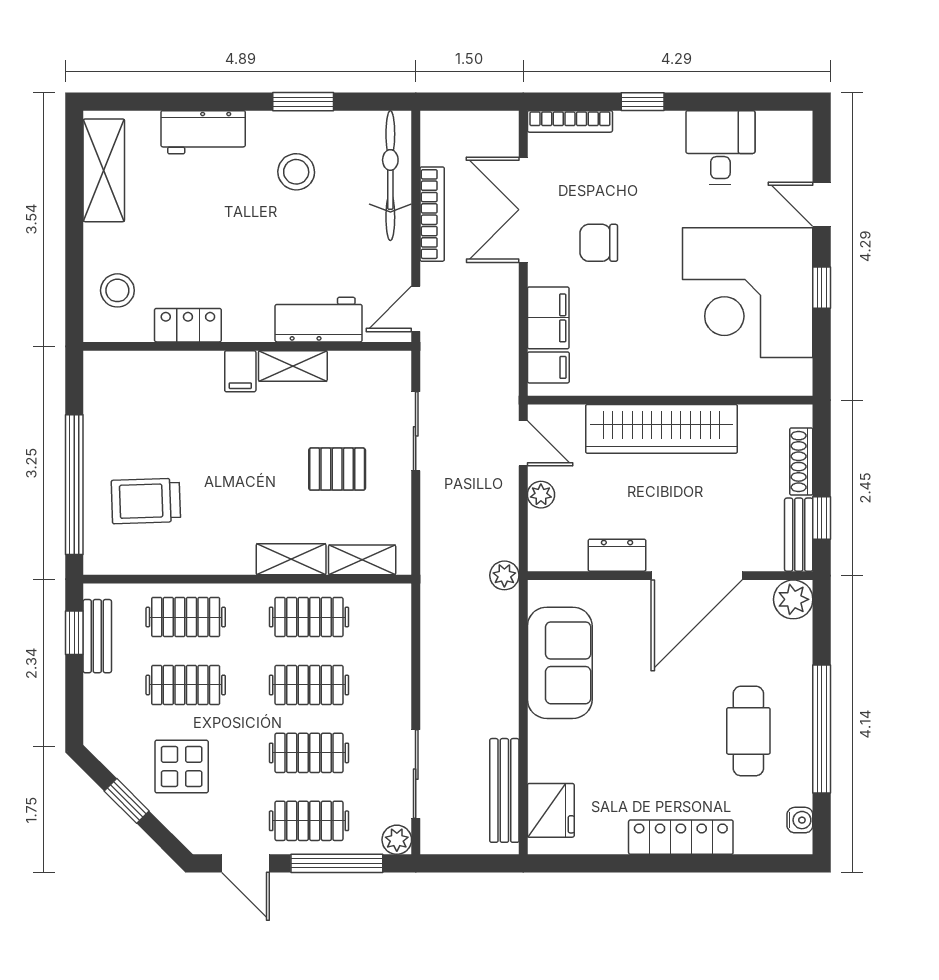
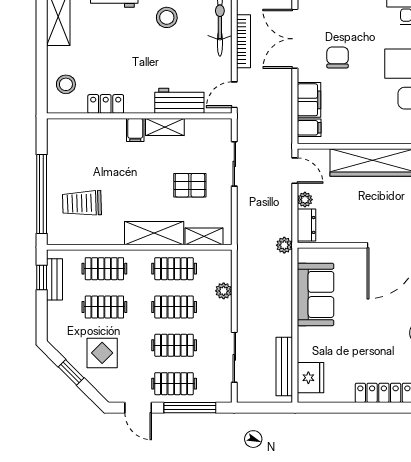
chair: (599, 243) -> (338, 57), turned 90
dresser: (617, 555) -> (306, 225), moved, turned 90
shelving: (291, 559) -> (154, 233), width x1.50, depth x1.33
plant: (397, 840) -> (224, 291), moved

